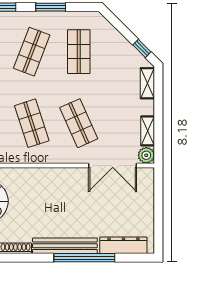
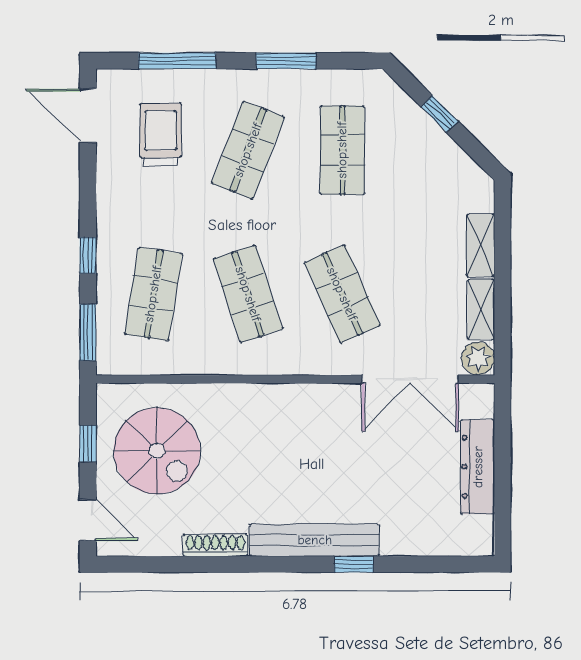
window: (142, 48) -> (440, 114), moved
shelving: (147, 83) -> (480, 245), moved
dresser: (123, 245) -> (478, 467), moved, turned -90
window: (84, 258) -> (354, 564), width x0.32

